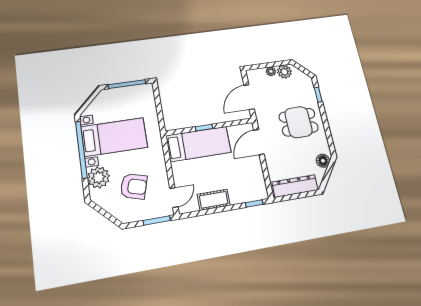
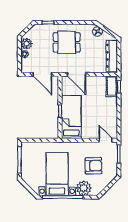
dining table: (299, 122) -> (67, 42), turned 90
armchair: (134, 186) -> (94, 166), turned 73
cot: (214, 200) -> (112, 86), moved

